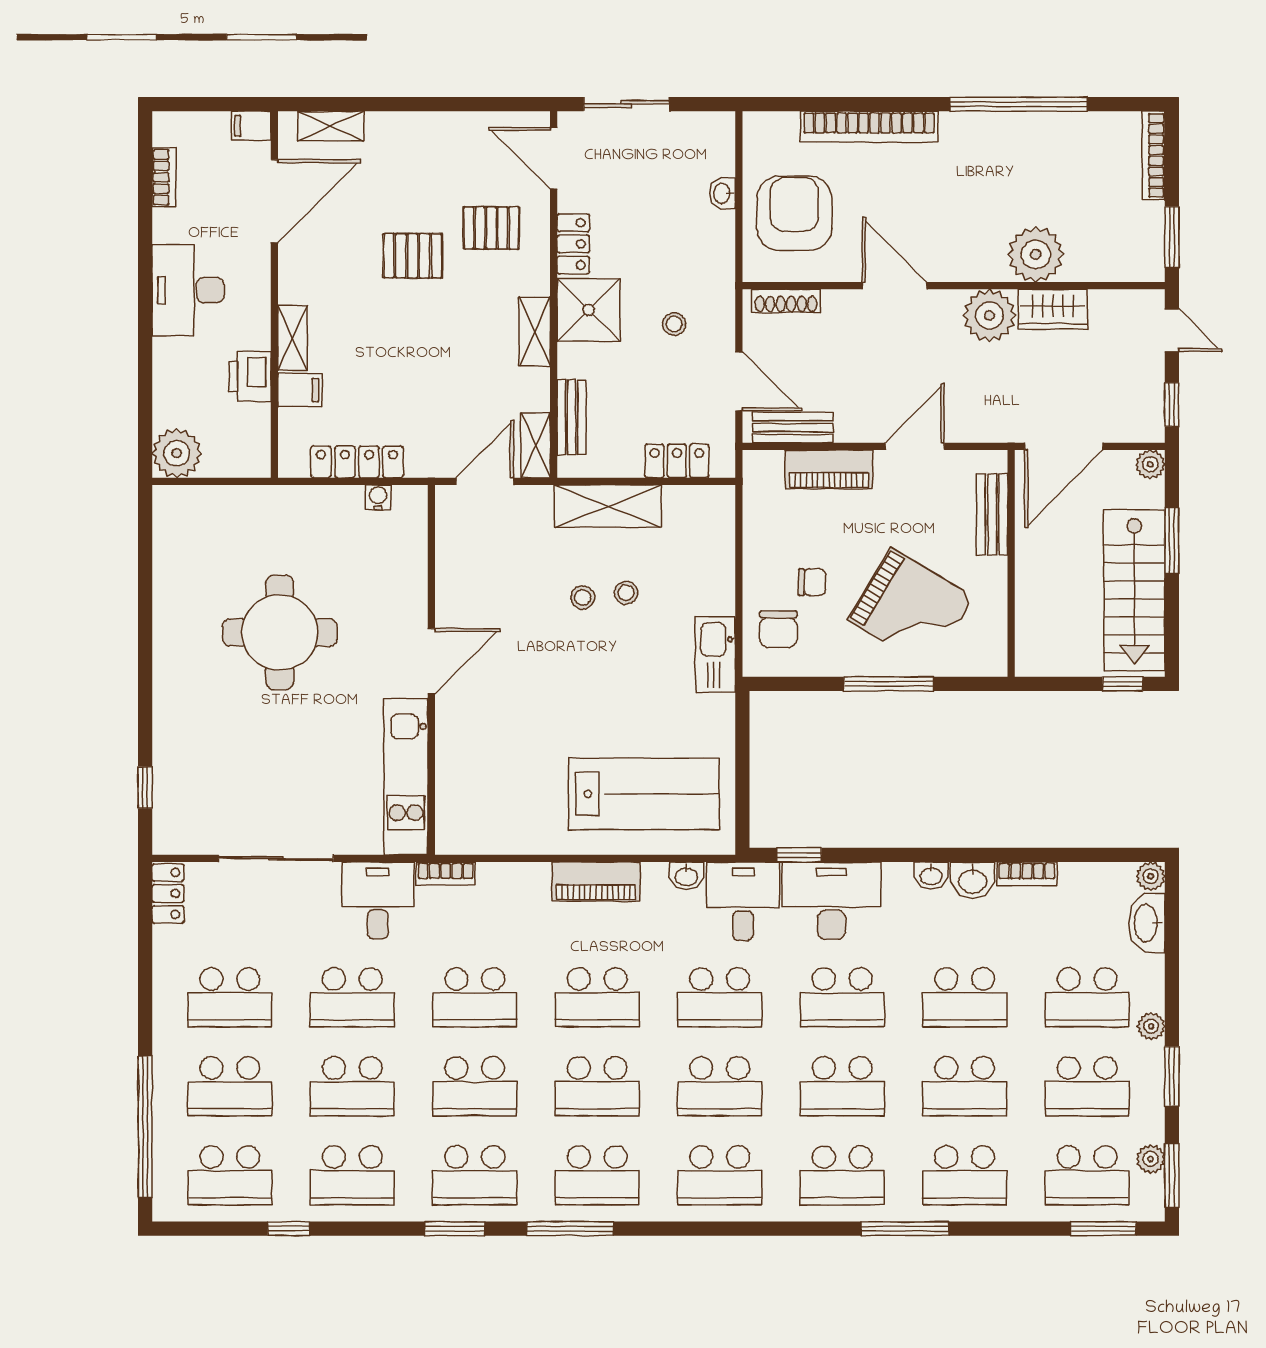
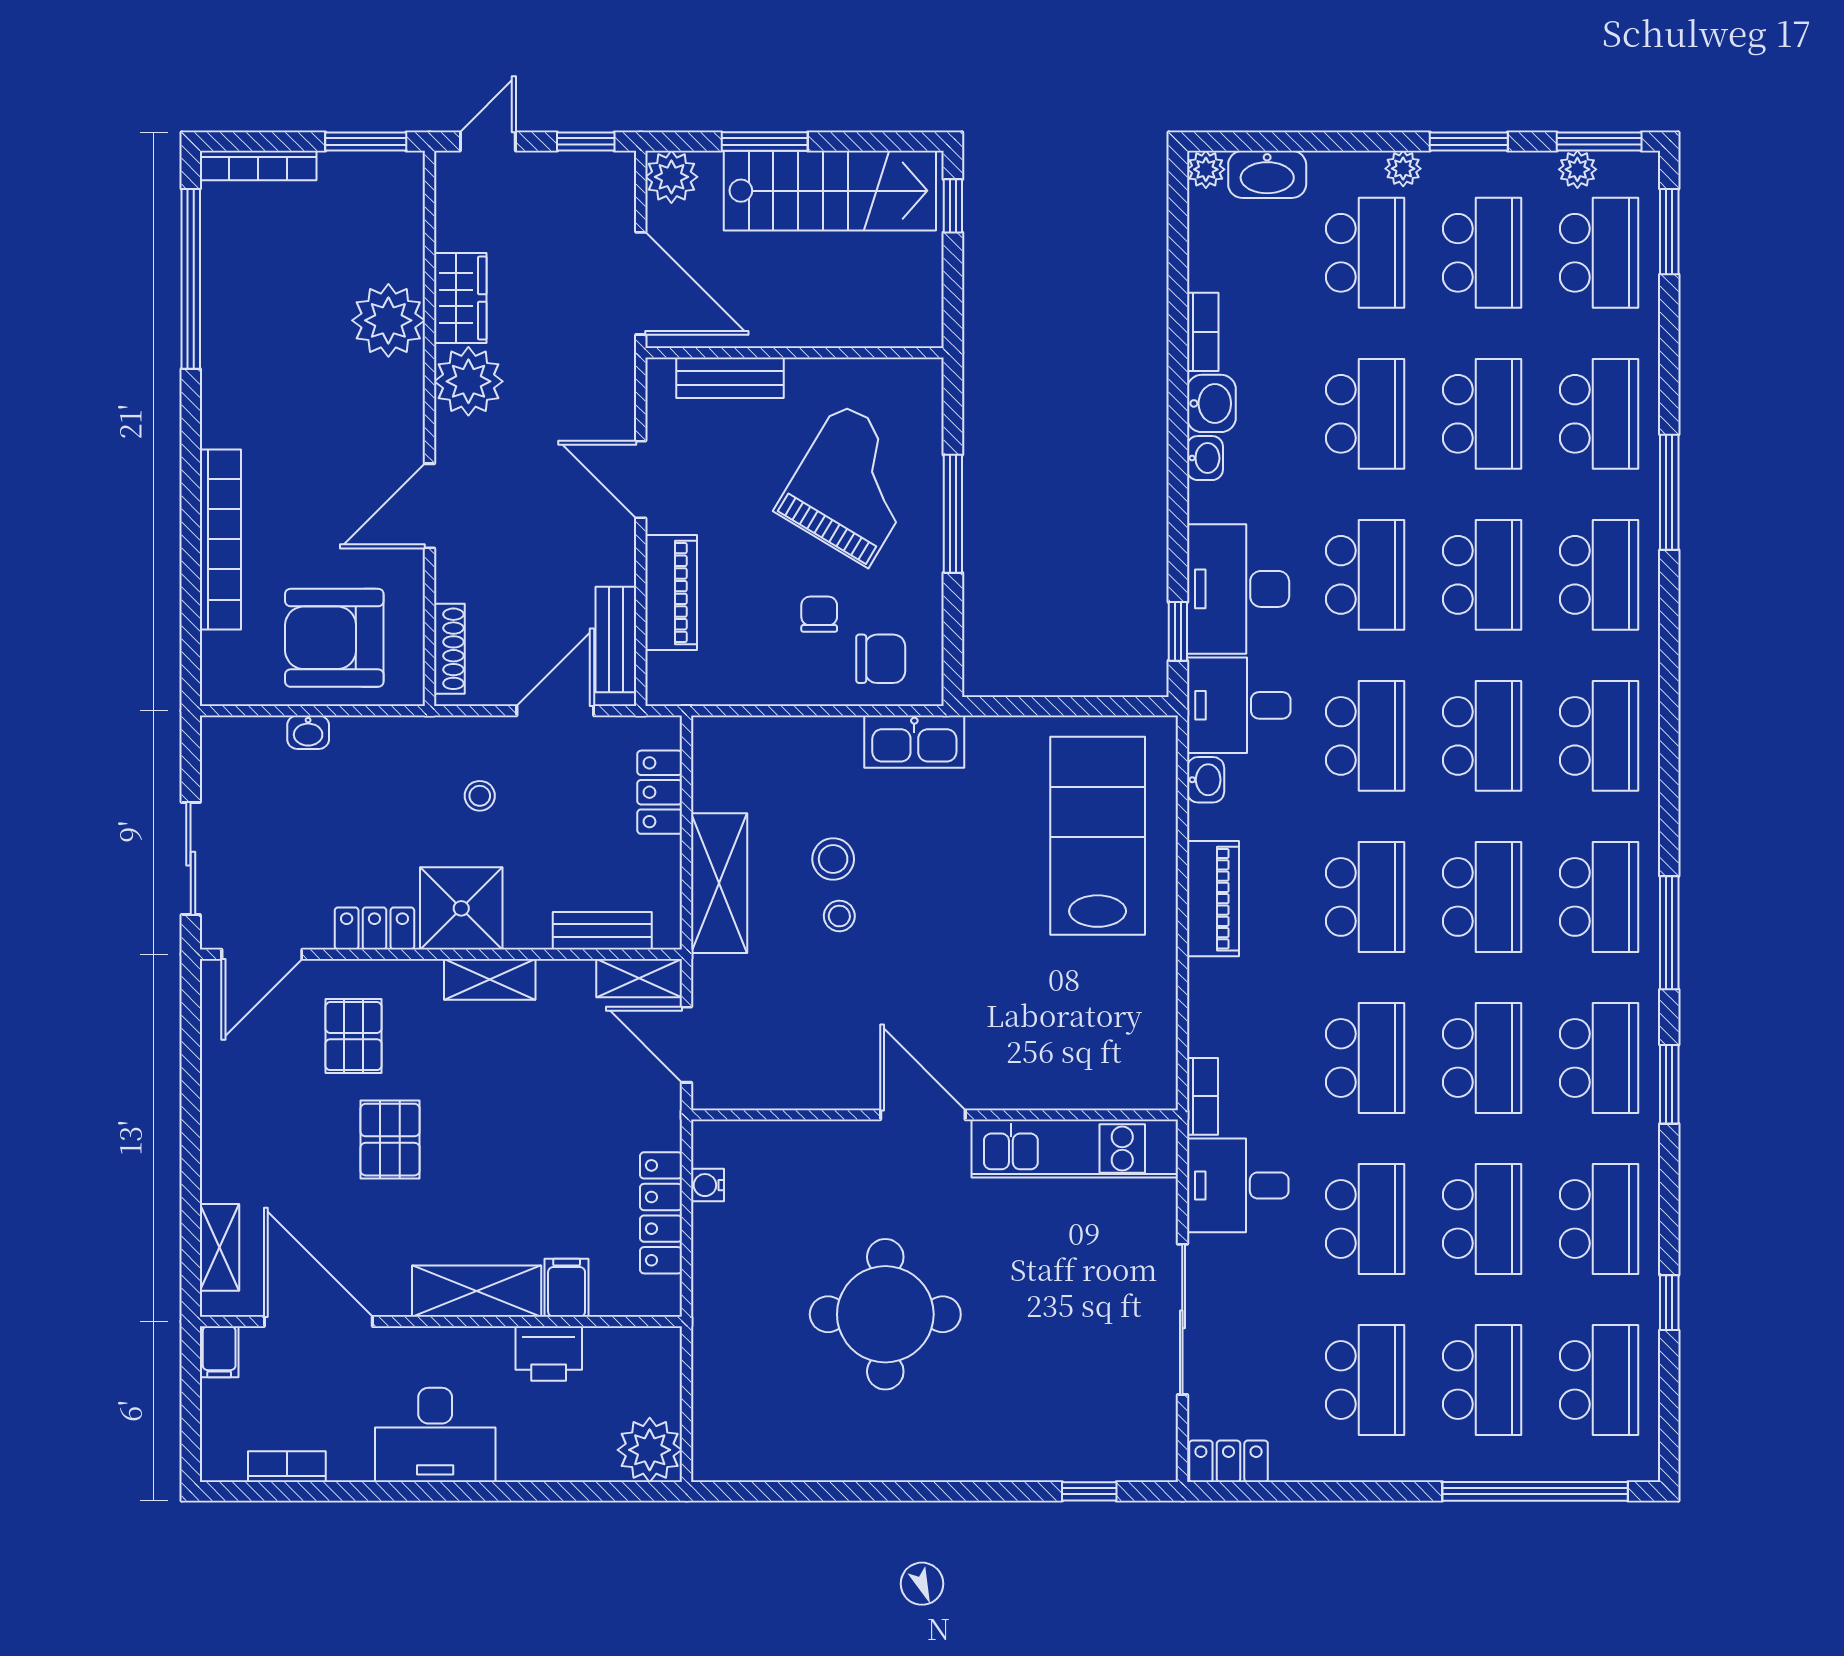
window: (1019, 104) -> (191, 279), moved
shelving: (292, 338) -> (477, 1291), width x1.50, depth x1.33
plant: (1150, 464) -> (671, 177), width x1.38, depth x1.38
stool: (626, 593) -> (833, 859), width x1.37, depth x1.37

